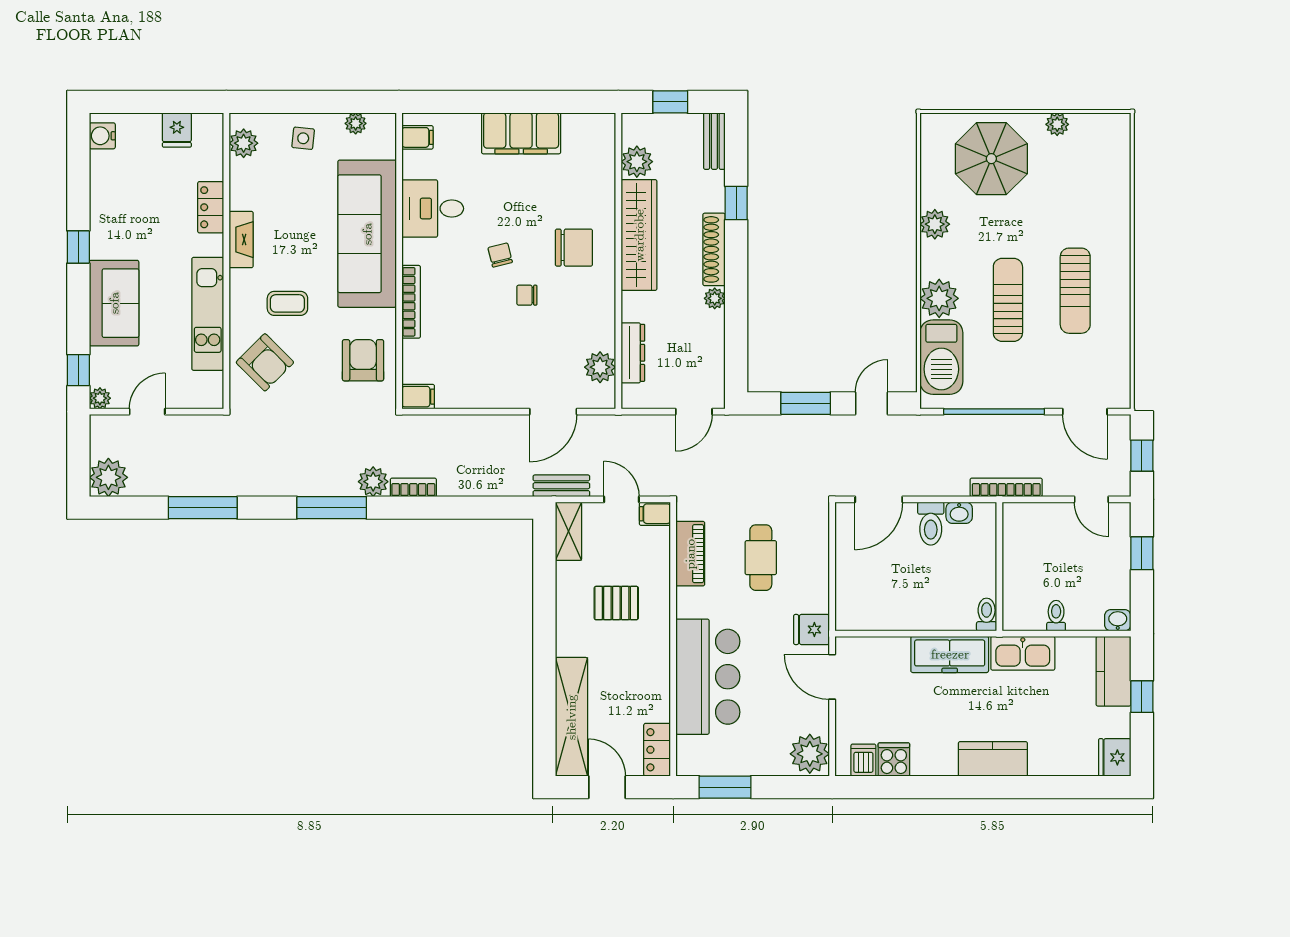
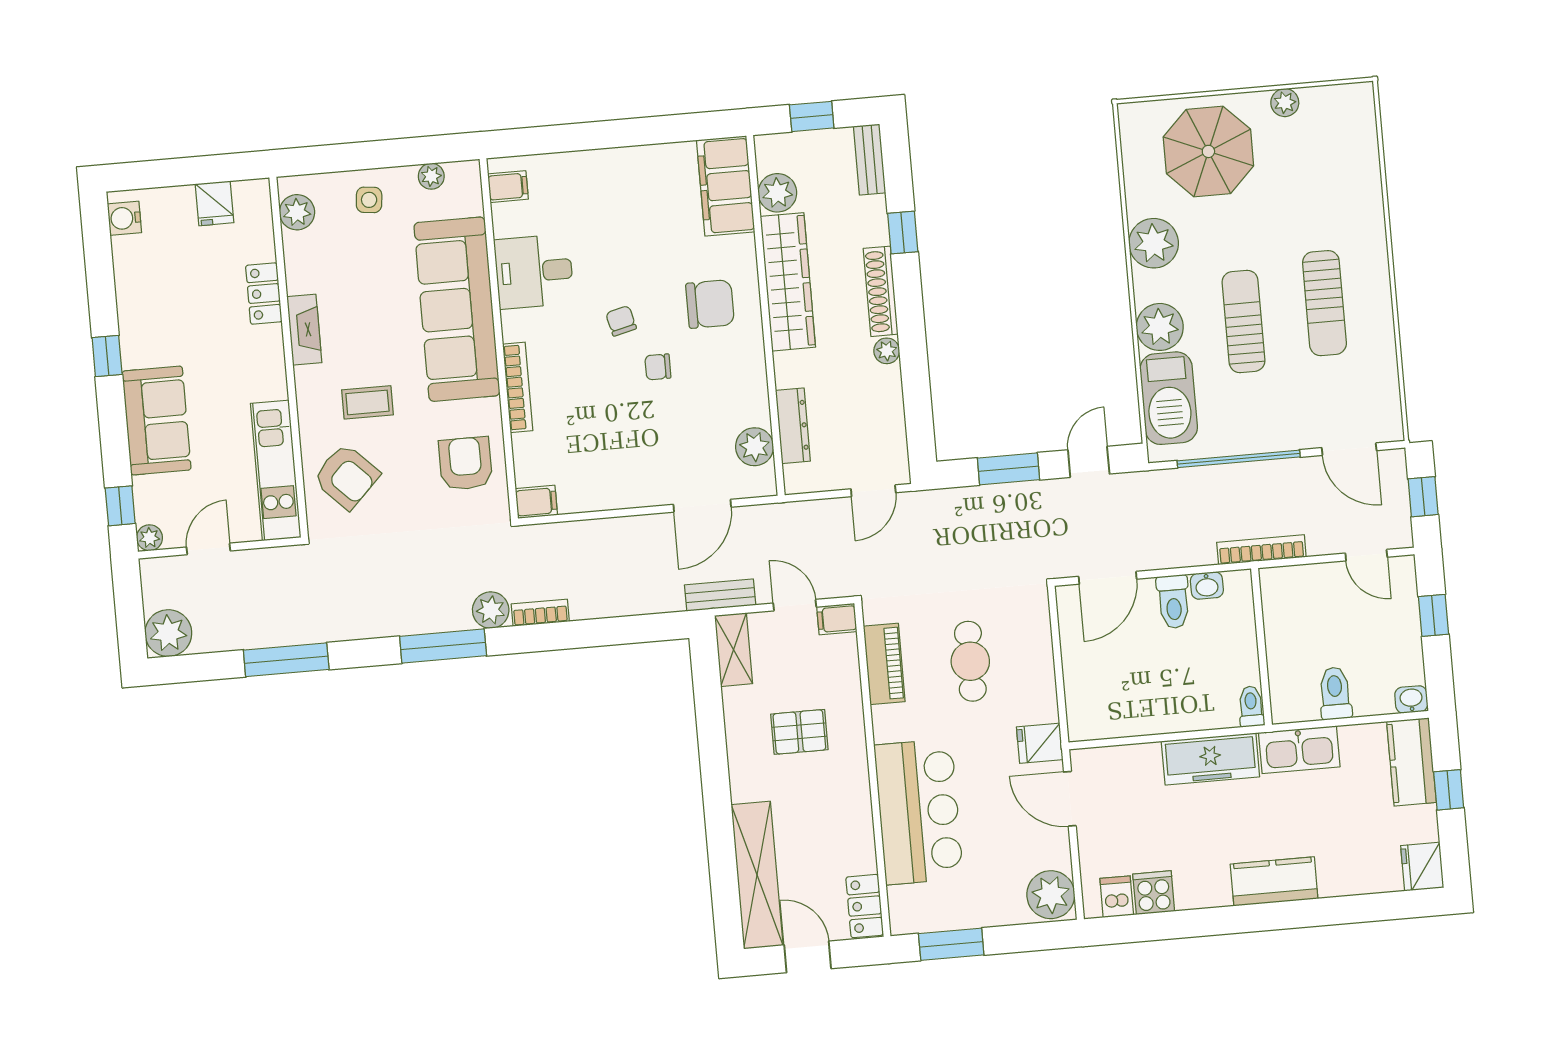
filing cabinet: (521, 133) -> (726, 186), moved, turned 90
plant: (935, 224) -> (1154, 243), width x1.36, depth x1.36
kitchen unit: (208, 314) -> (276, 470), moved
toilet: (1056, 616) -> (1335, 693), width x1.37, depth x1.39

